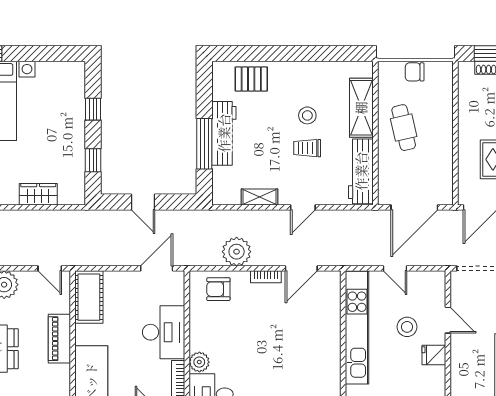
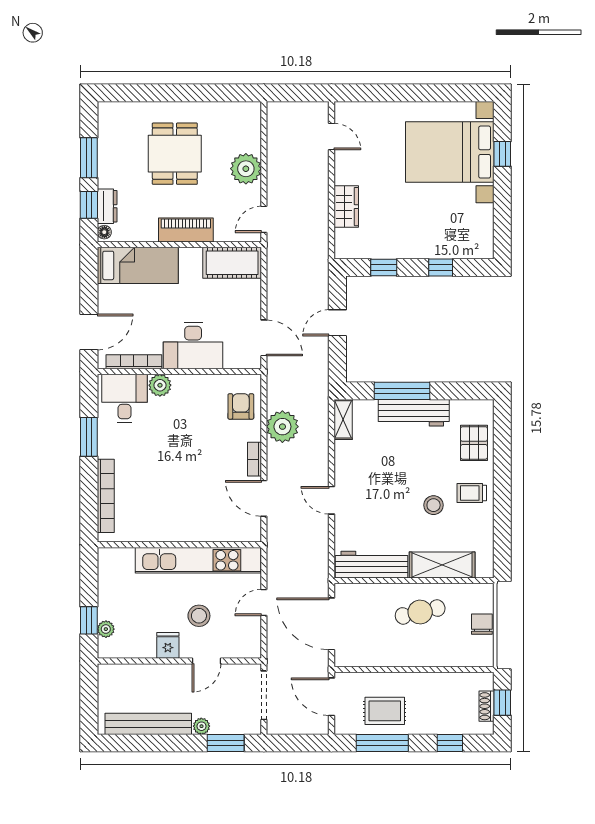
trolley: (307, 148) -> (472, 493), moved, turned -90
shelving: (260, 197) -> (343, 419), moved

